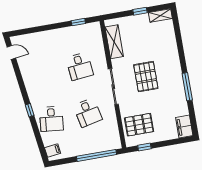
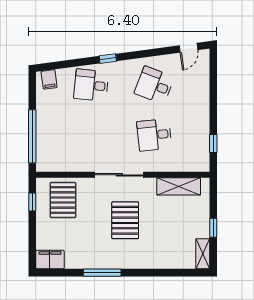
pallet: (146, 77) -> (125, 220), turned 90
desk: (88, 112) -> (154, 85), moved, turned 33

